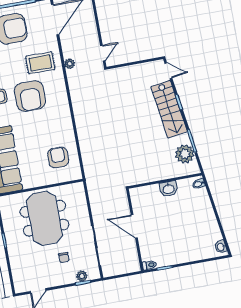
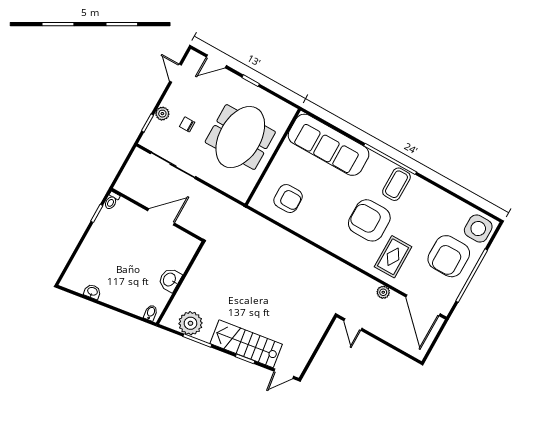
plant: (70, 64) -> (383, 292), moved
meeting table: (44, 218) -> (240, 137), turned 90
washbasin: (221, 247) -> (92, 292), moved
door: (10, 272) -> (216, 61), added
plant: (82, 276) -> (162, 114), moved

